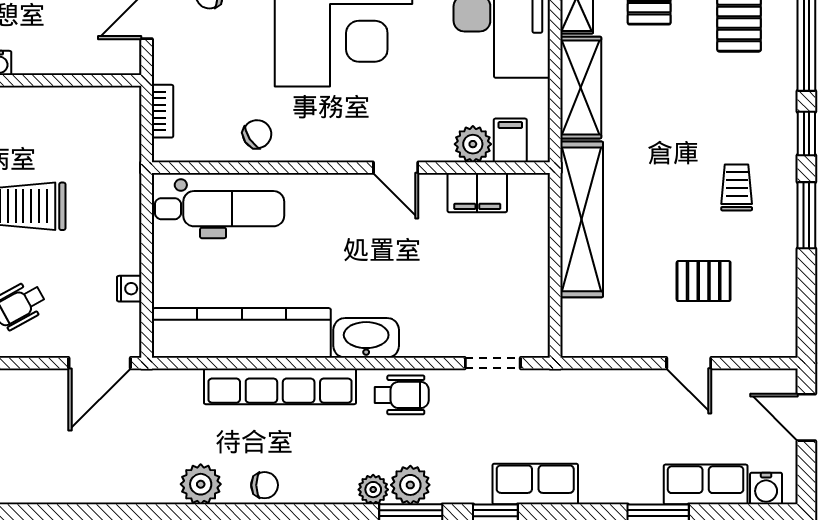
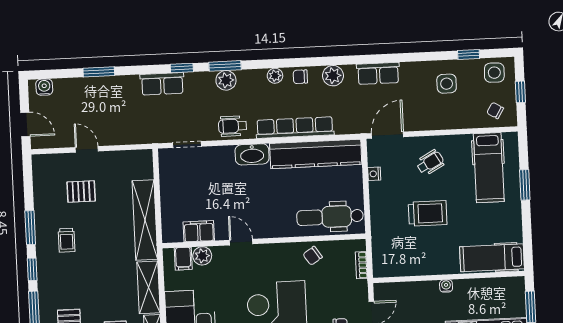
row of seats: (706, 484) -> (378, 73), moved
plant: (373, 490) -> (275, 76), moved

